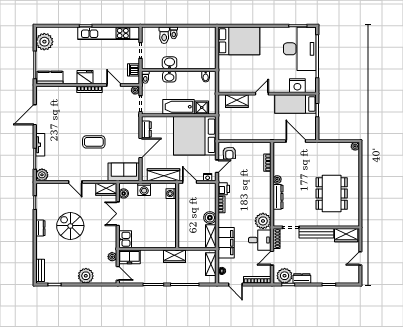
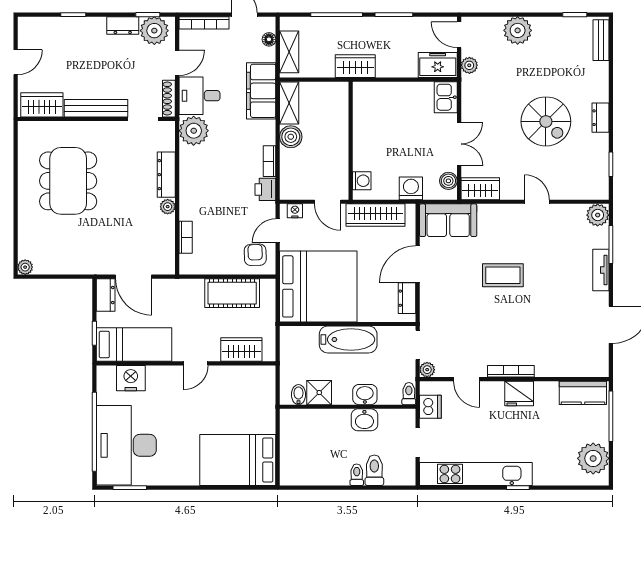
shower: (202, 107) -> (319, 393), moved
dresser: (311, 131) -> (106, 295), added
cot: (242, 132) -> (232, 293), added

